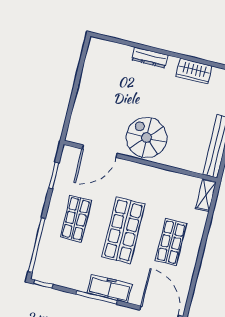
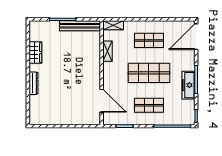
spiral stairs: (147, 138) -> (86, 73), removed
shelving: (170, 178) -> (108, 51), added
freezer: (110, 289) -> (189, 85), moved

